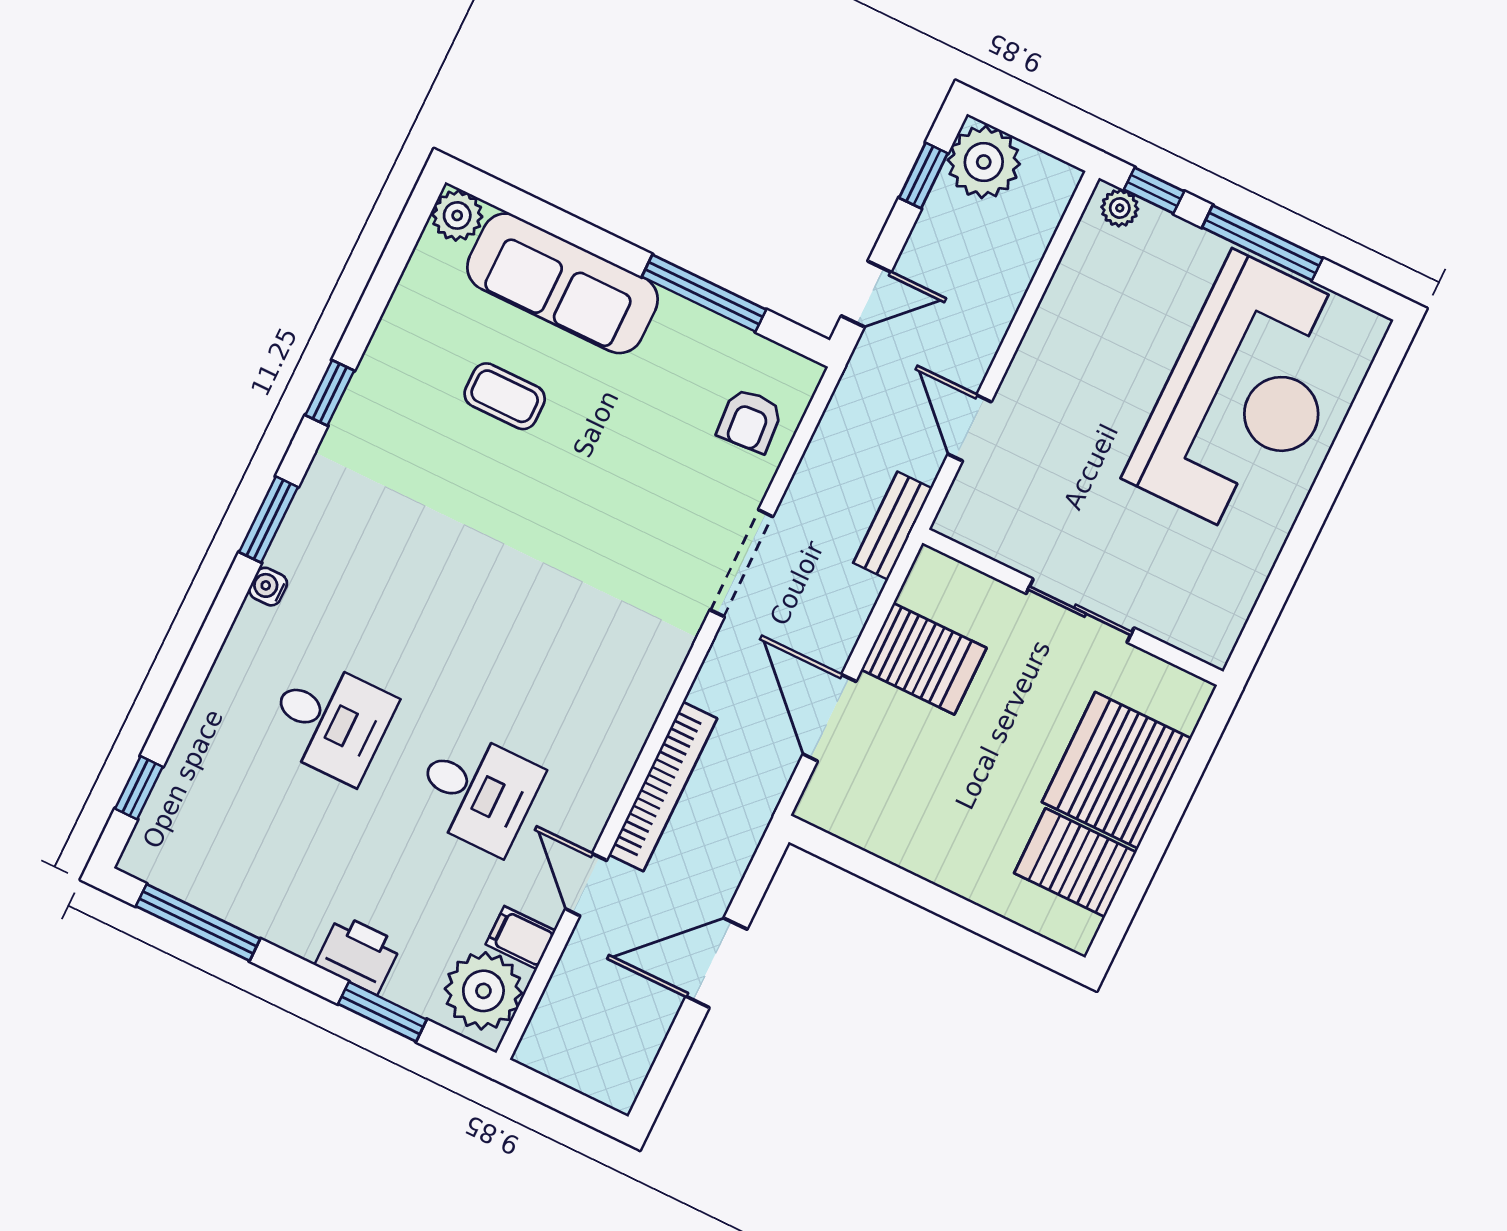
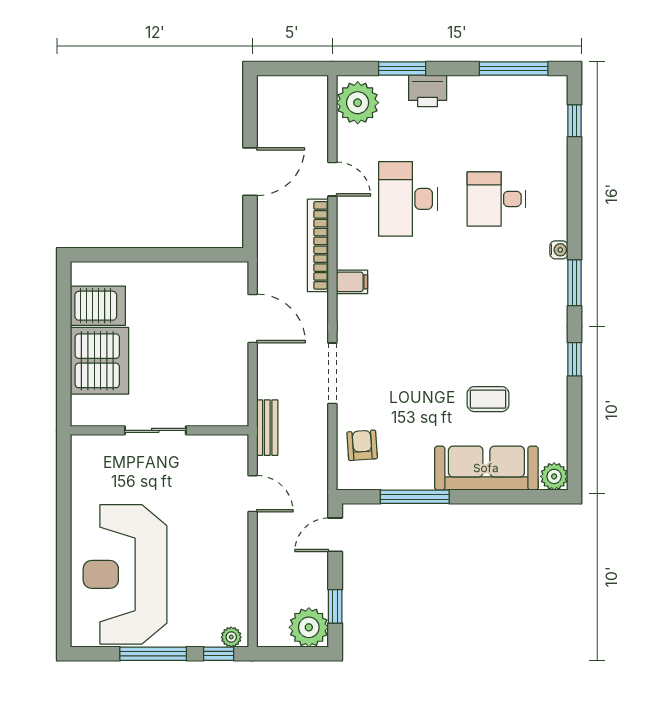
server rack: (924, 659) -> (220, 370), removed
desk: (477, 792) -> (408, 199), width x1.37
filing cabinet: (521, 938) -> (352, 282), moved

